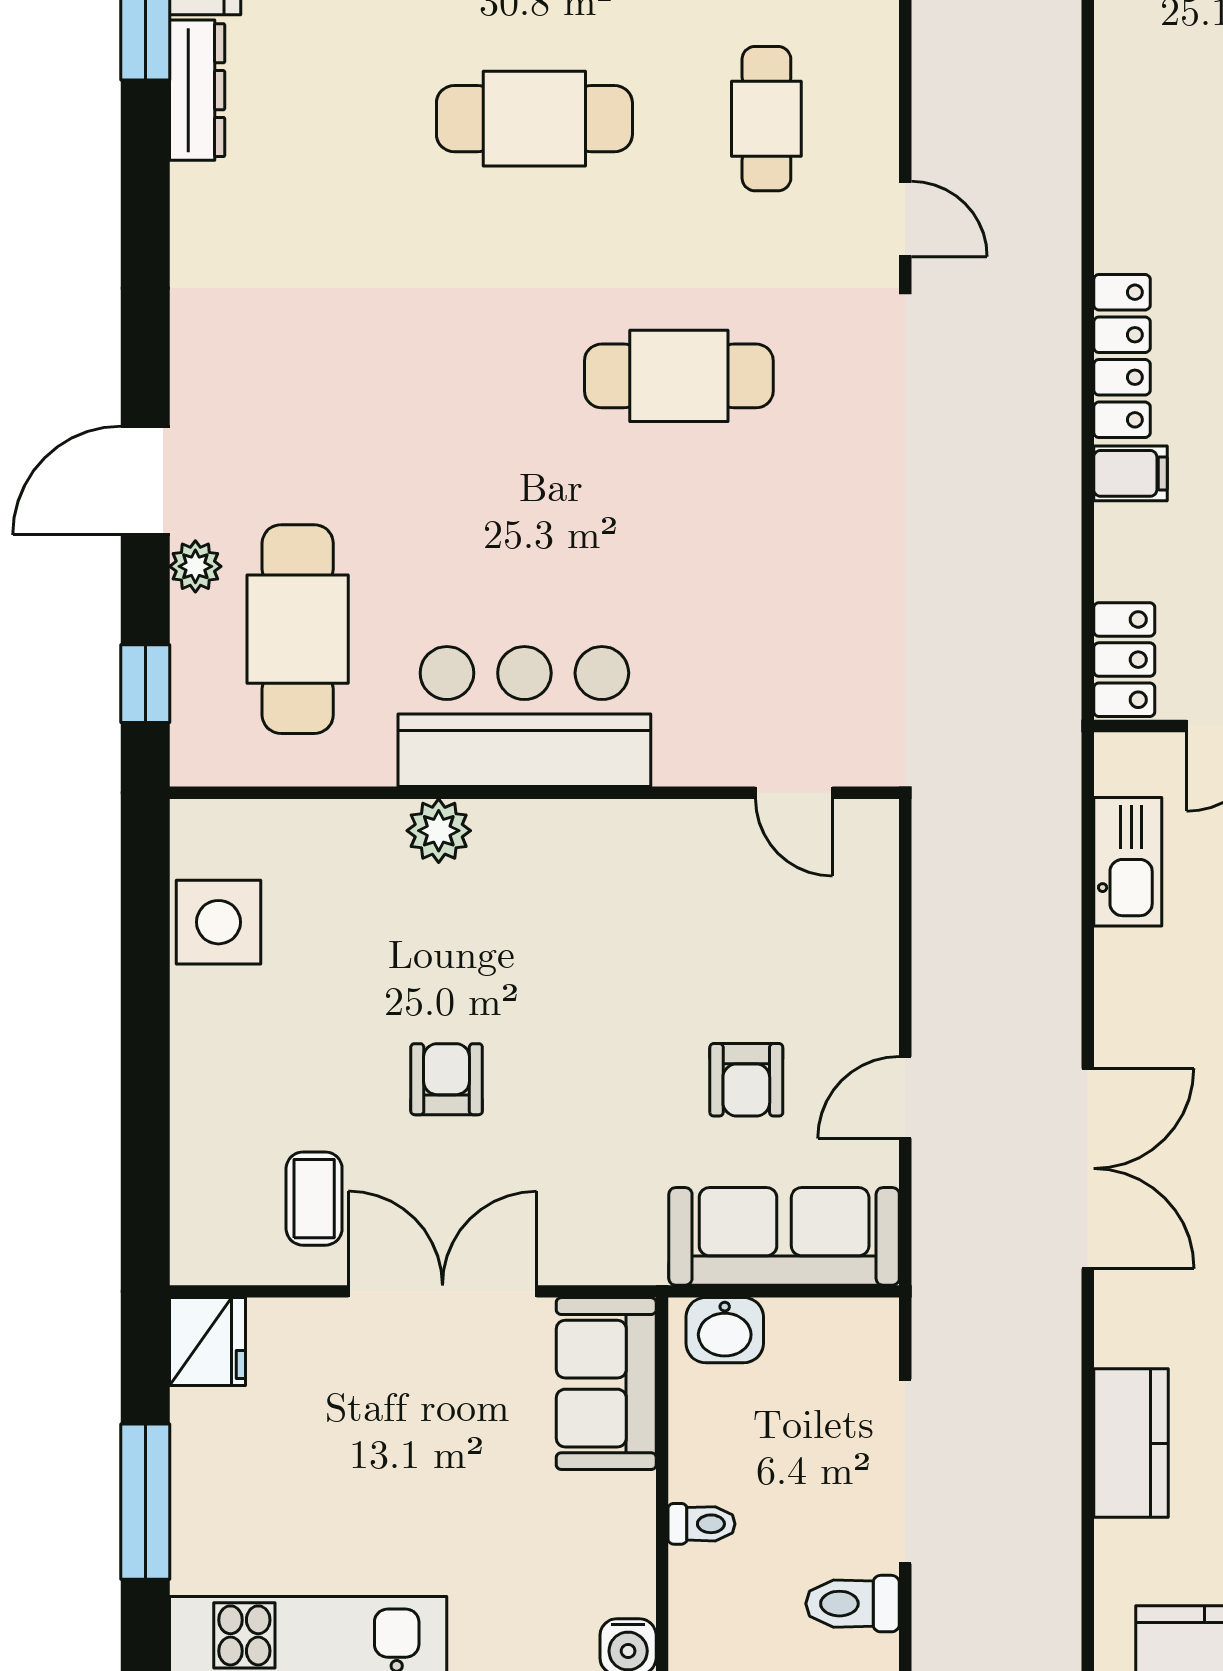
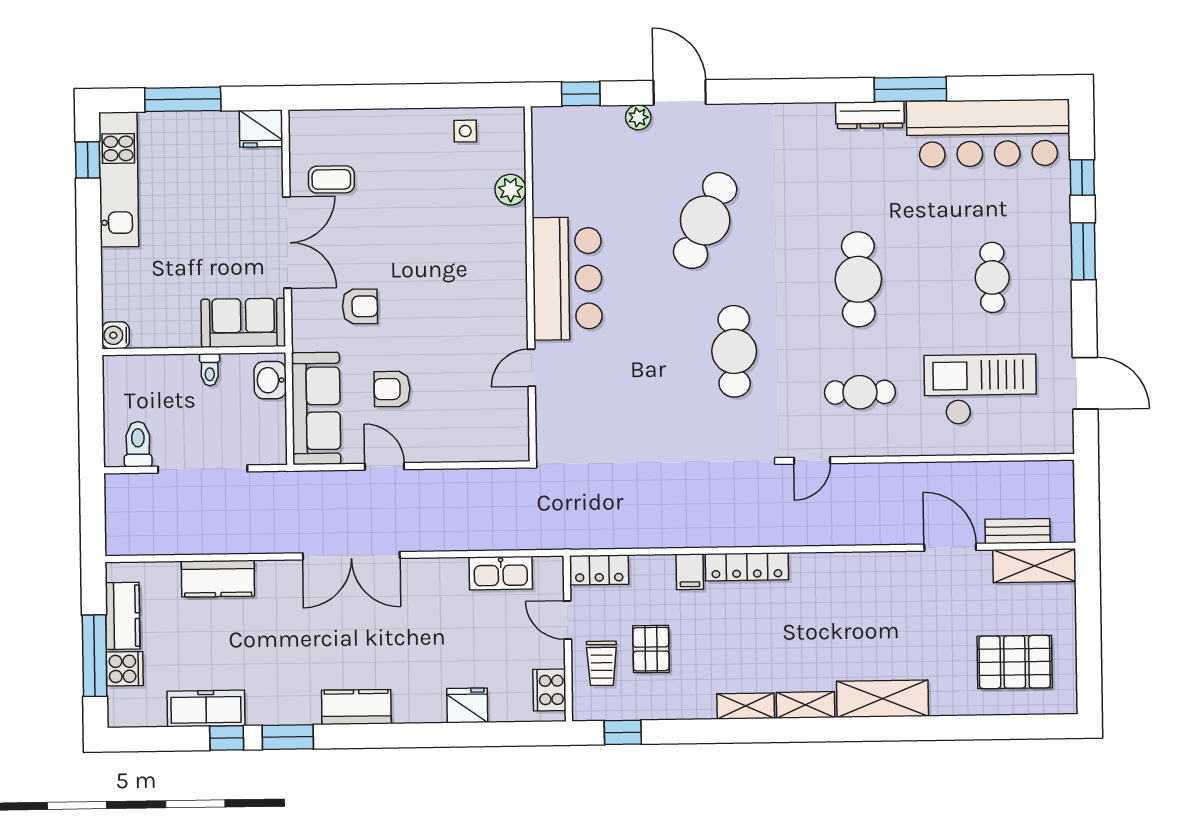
cafe table: (298, 629) -> (705, 220), moved, turned -65
door: (794, 793) -> (531, 368), moved
plant: (439, 831) -> (511, 190), moved
side table: (218, 922) -> (465, 131), width x0.54, depth x0.54
armchair: (447, 1079) -> (360, 306), moved
toilet: (702, 1524) -> (210, 370), moved

